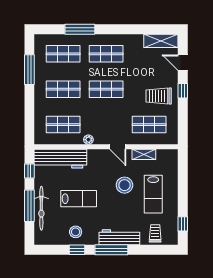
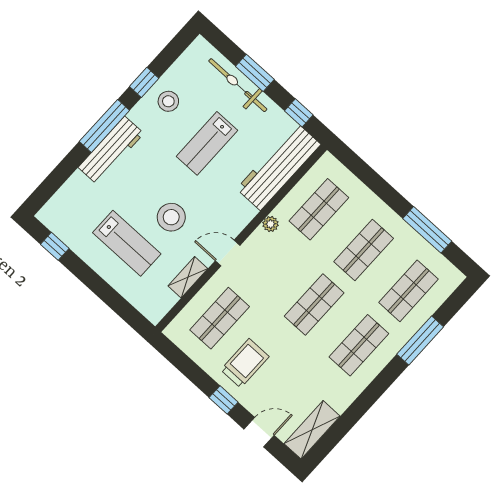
lab bench: (153, 194) -> (127, 243), turned 180
window: (29, 206) -> (255, 73), width x0.69
trolley: (155, 233) -> (75, 200), removed

